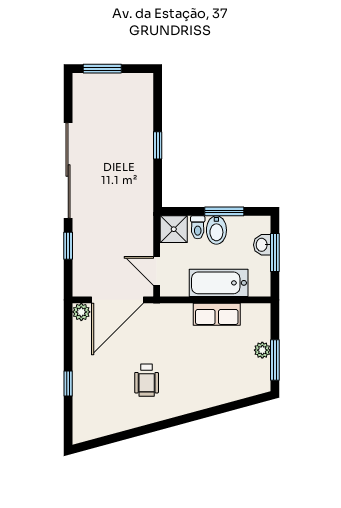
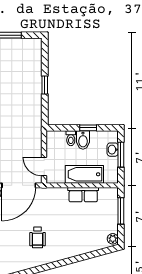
window: (224, 211) -> (88, 128), width x0.67
shower: (174, 229) -> (55, 139), removed
plant: (262, 350) -> (113, 239), moved
window: (275, 360) -> (121, 211), moved

